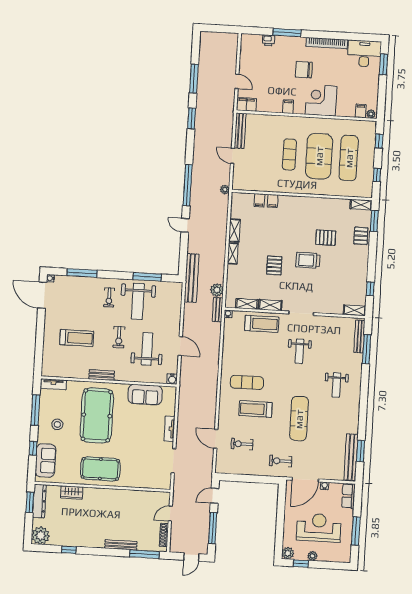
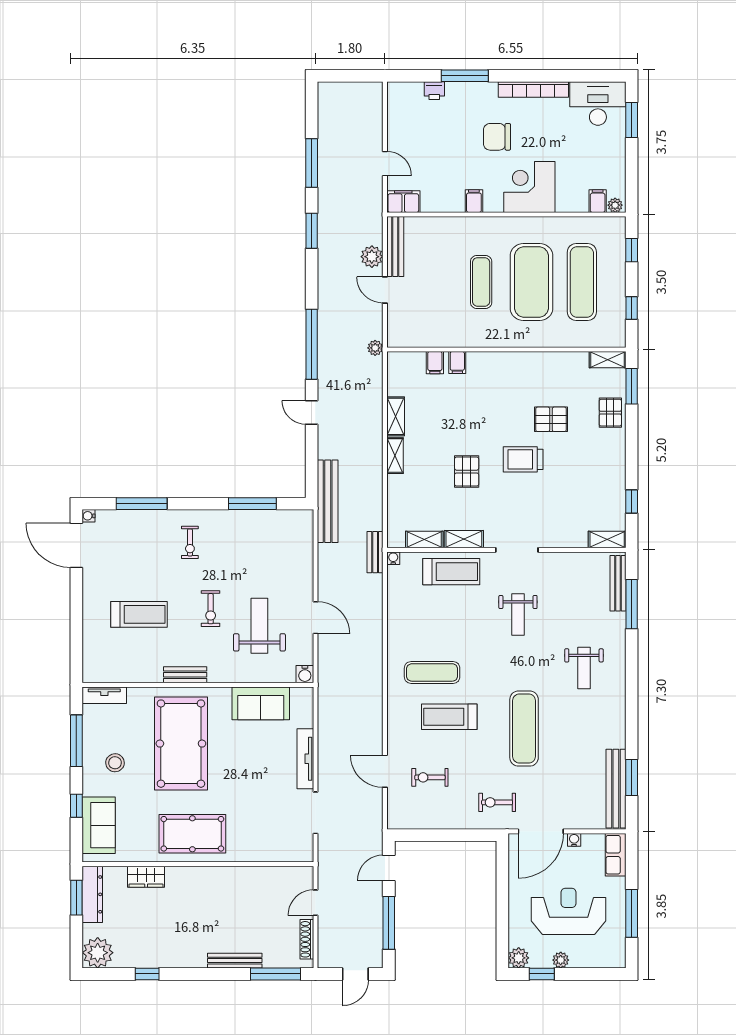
plant: (217, 290) -> (372, 257), moved
weight bench: (138, 301) -> (239, 546), removed
tv unit: (169, 429) -> (305, 759), width x1.41

